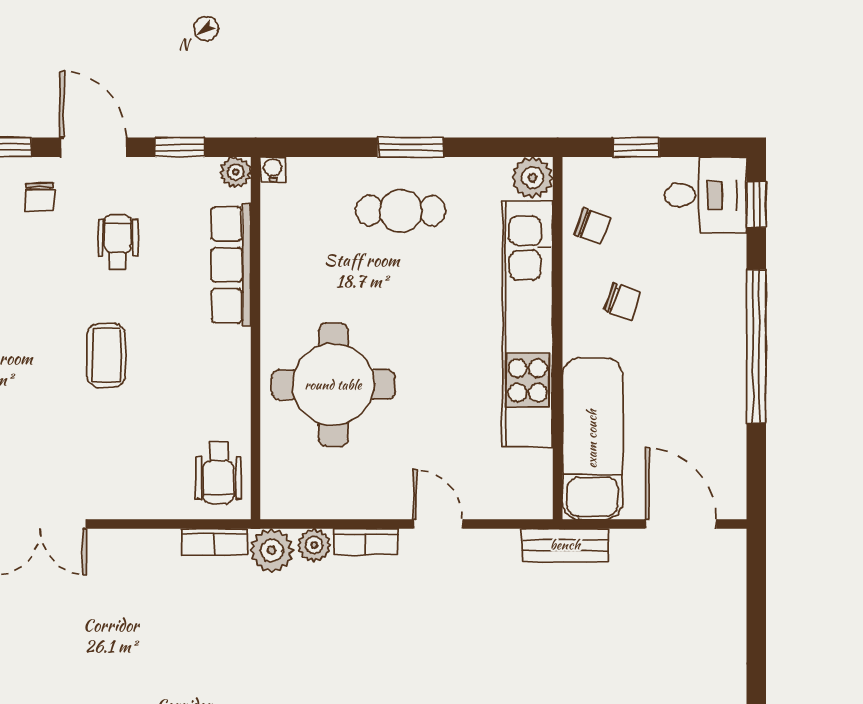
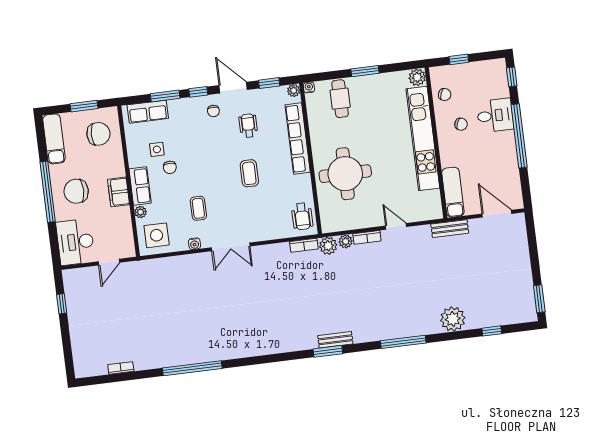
desk: (706, 195) -> (495, 115), moved
cafe table: (401, 211) -> (340, 99), moved, turned 90
row of seats: (231, 265) -> (298, 138), width x1.36
exam couch: (592, 439) -> (453, 192), width x0.73, depth x0.69

